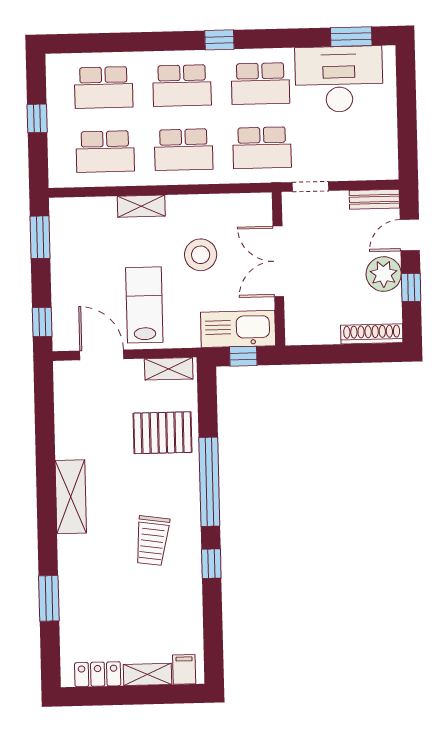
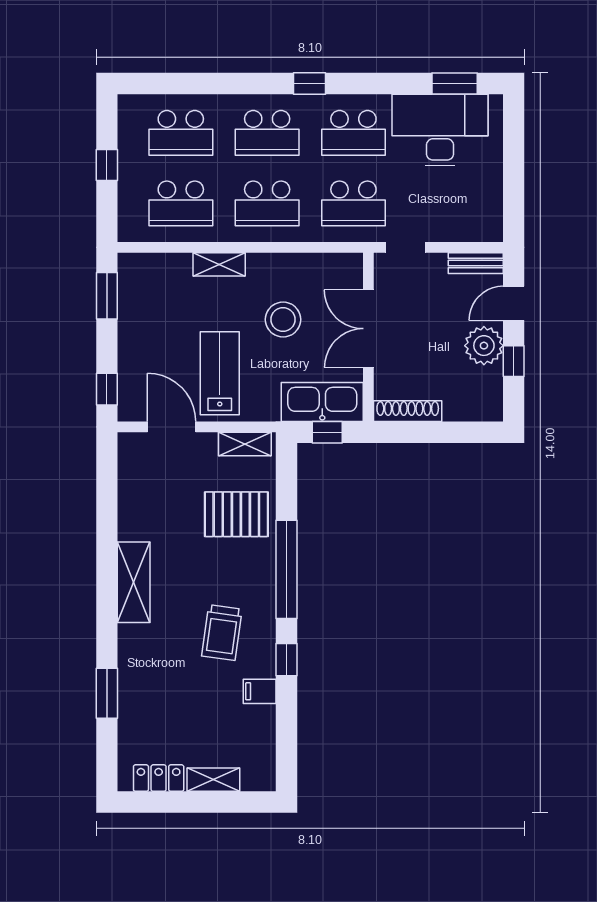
shoe rack: (372, 334) -> (408, 411), moved
filing cabinet: (184, 669) -> (260, 691), moved, turned -90

